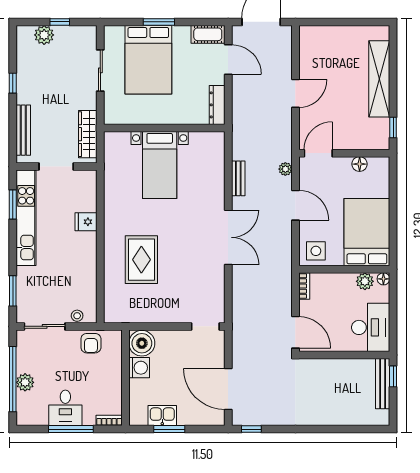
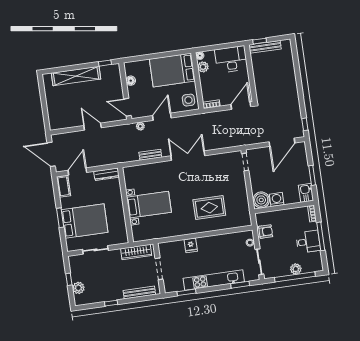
kitchen unit: (26, 218) -> (214, 280), moved
kitchen sink: (162, 415) -> (306, 193), moved

